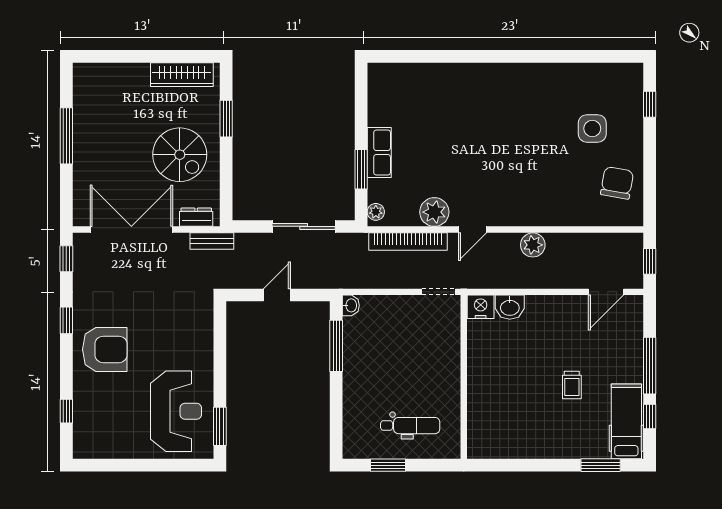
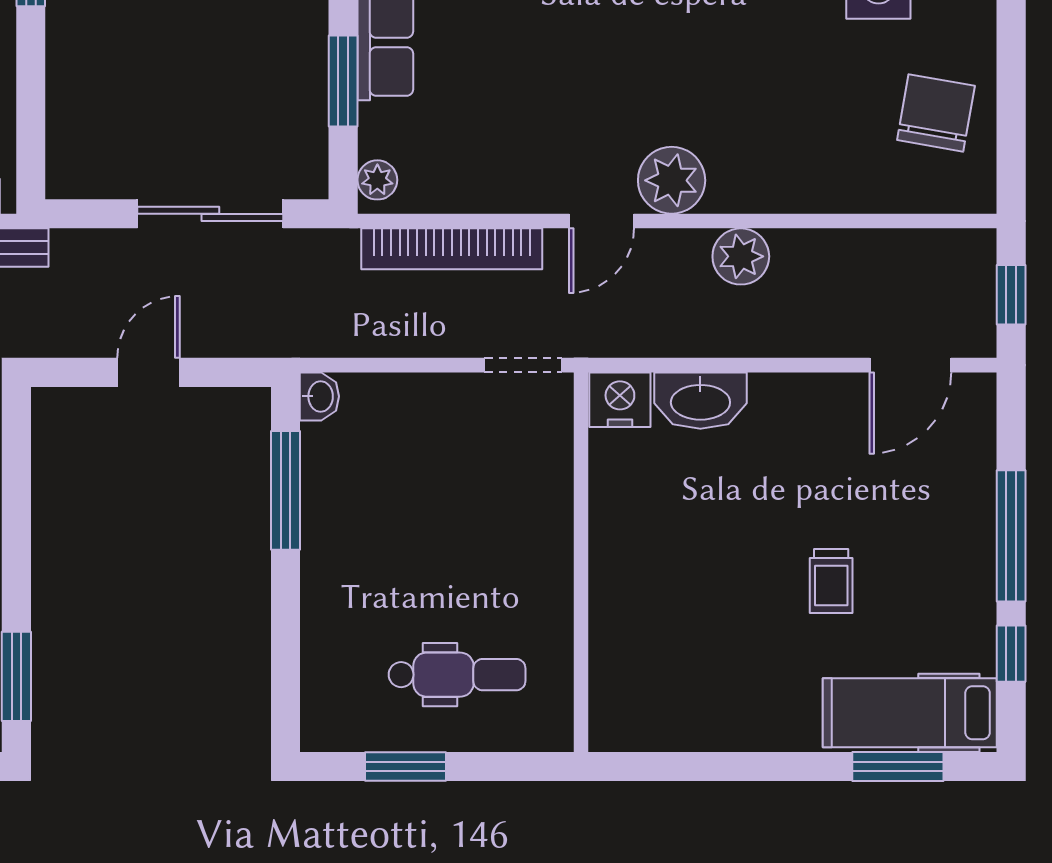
plant: (434, 212) -> (672, 180), moved
washbasin: (510, 307) -> (700, 401), width x1.38
hospital bed: (626, 421) -> (910, 713), moved, turned -90

